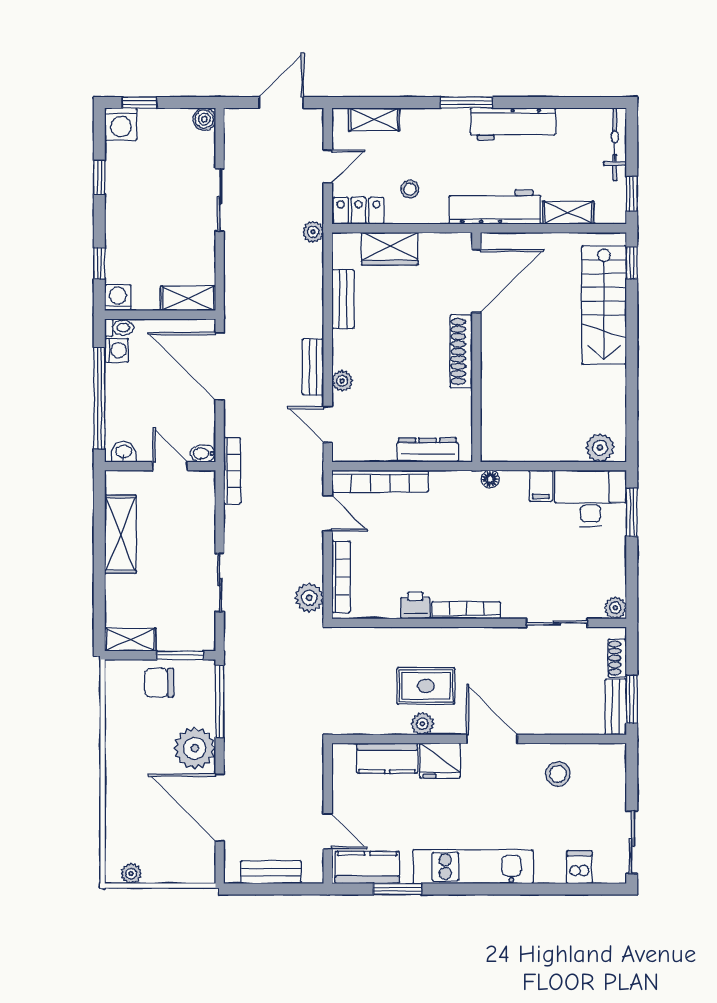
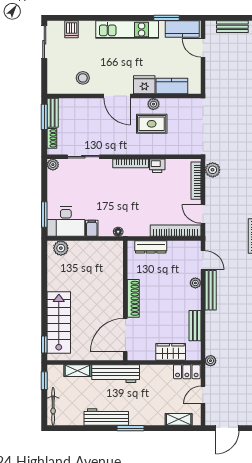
stool: (410, 189) -> (160, 383), removed
bench: (313, 367) -> (211, 290), width x1.36

